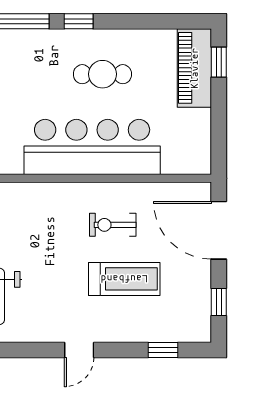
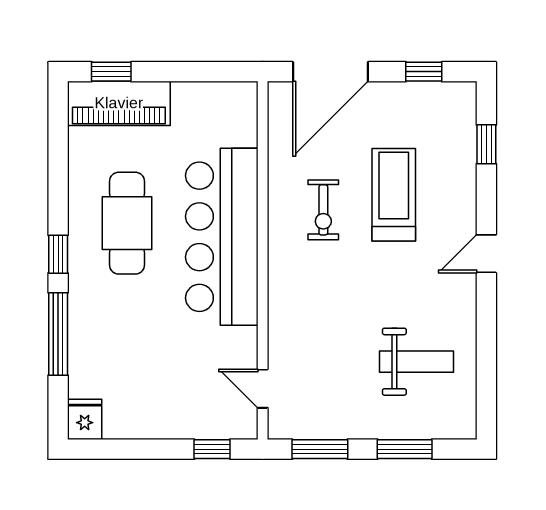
cafe table: (102, 74) -> (127, 223), width x1.37, depth x1.35
door: (79, 350) -> (486, 254), swing flipped

